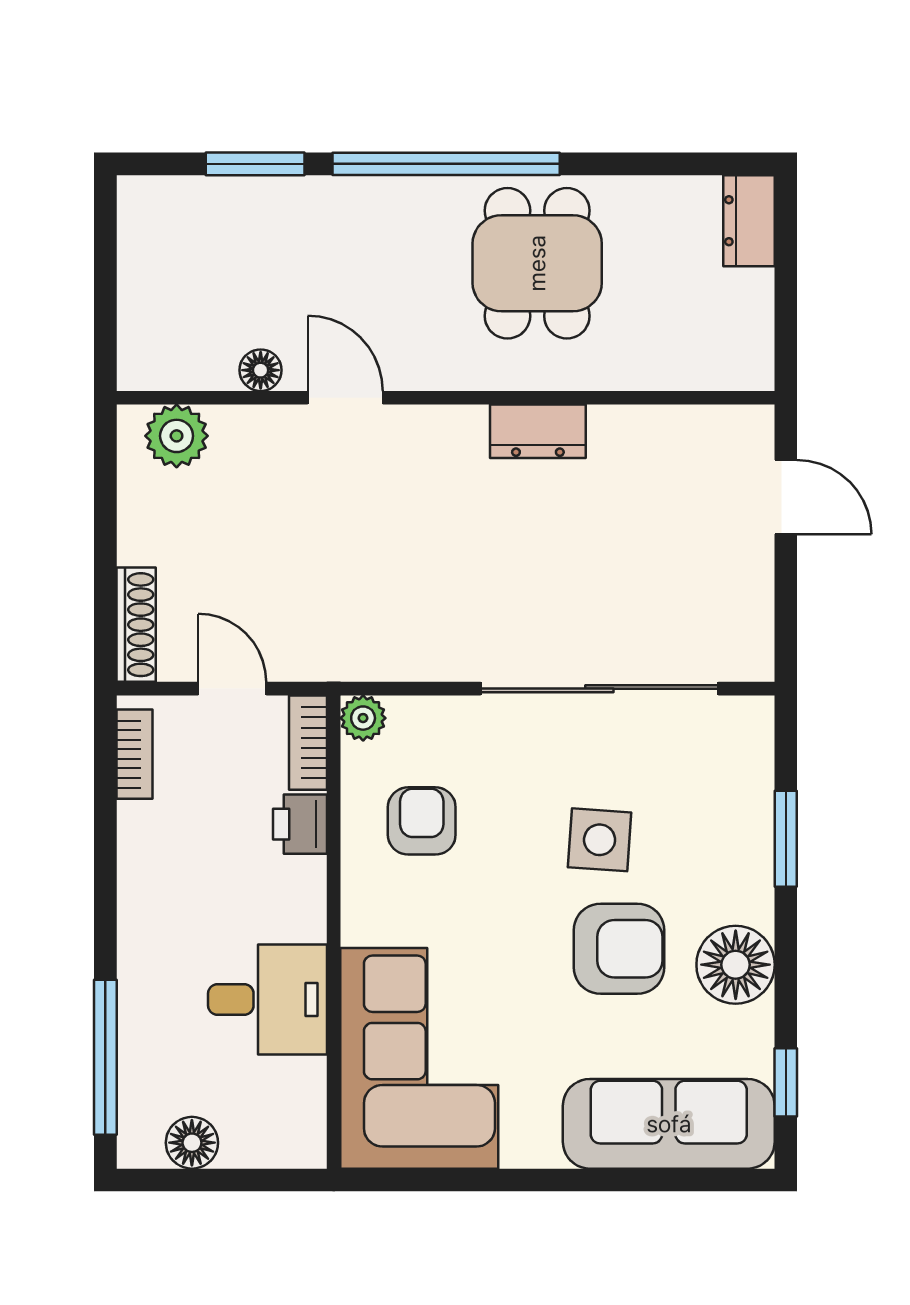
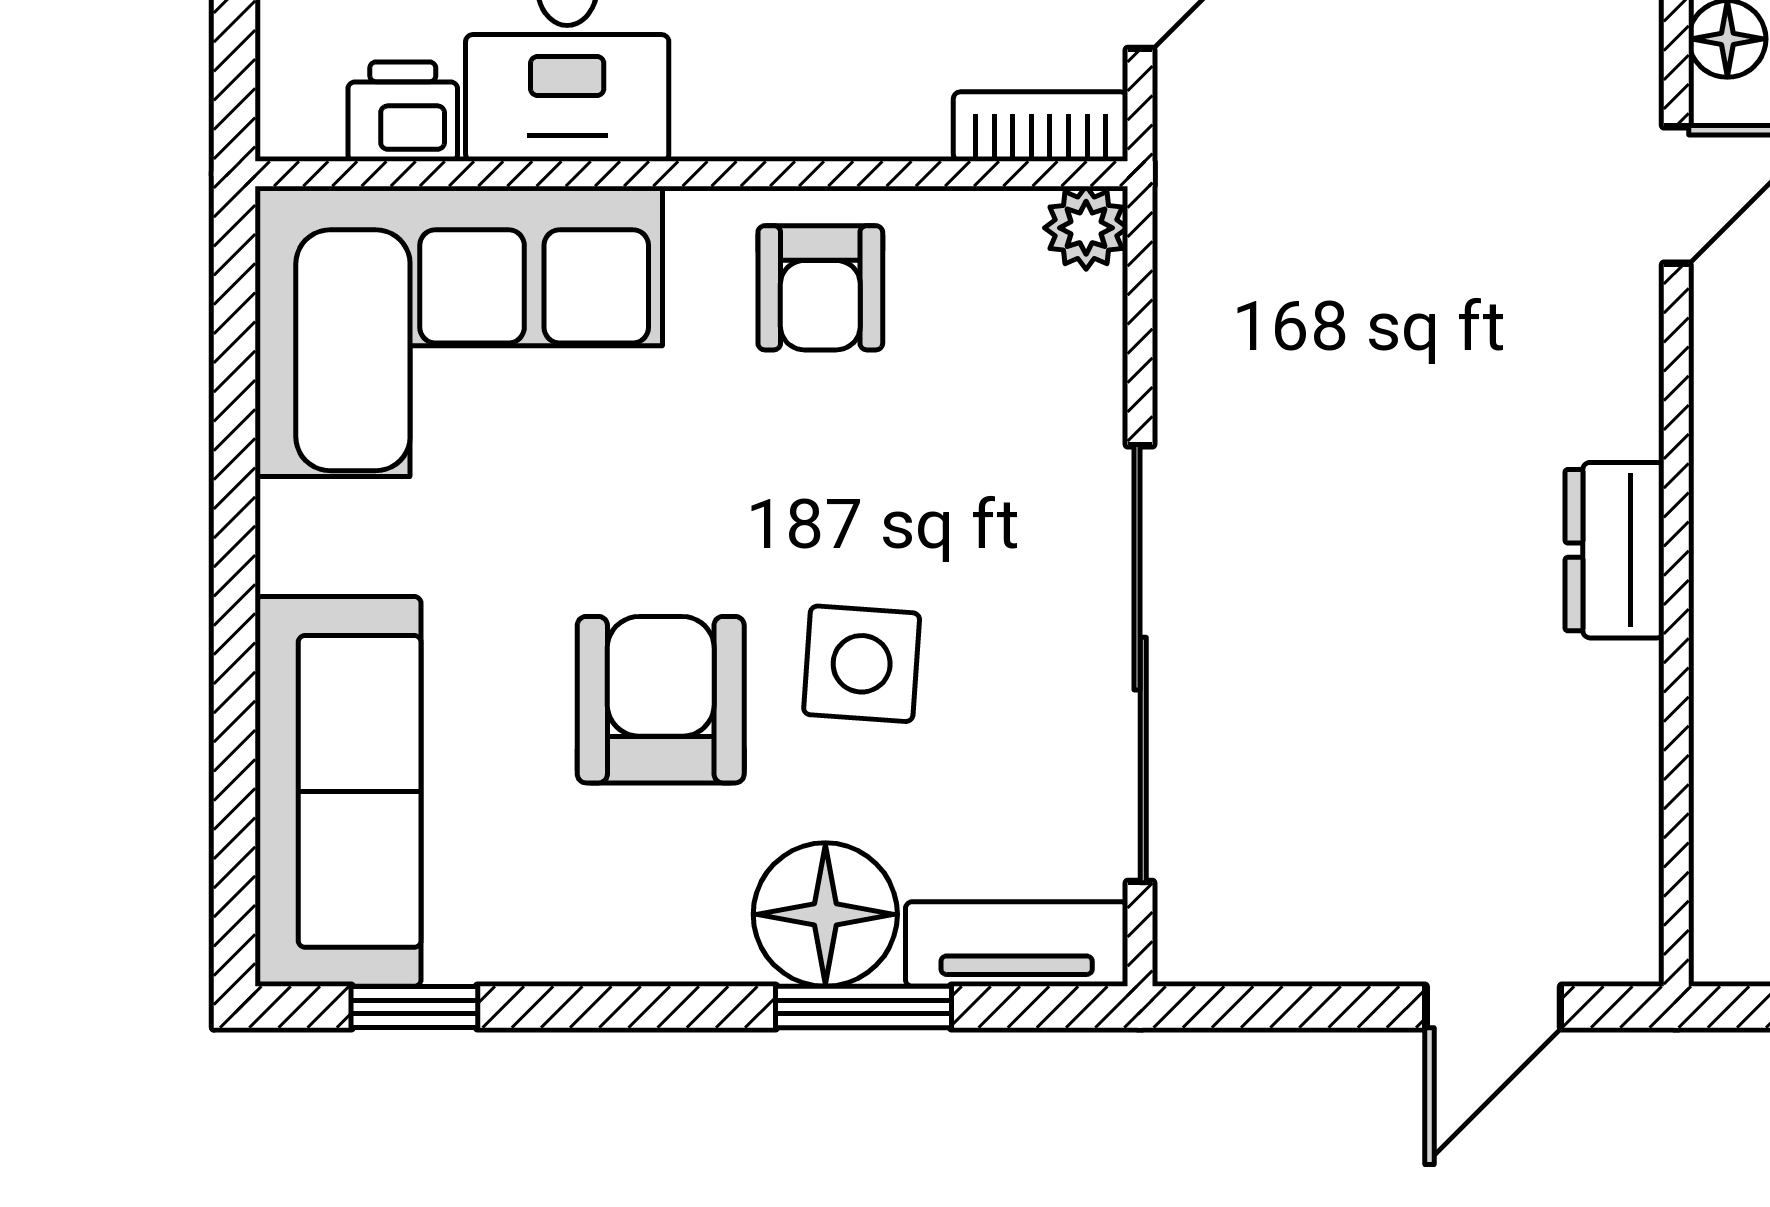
tv unit: (752, 756) -> (1017, 944), added
armchair: (422, 821) -> (820, 288), moved, turned 90
printer: (300, 824) -> (403, 112), moved
armchair: (619, 949) -> (661, 700), turned 180
floor lamp: (736, 965) -> (825, 914), moved

